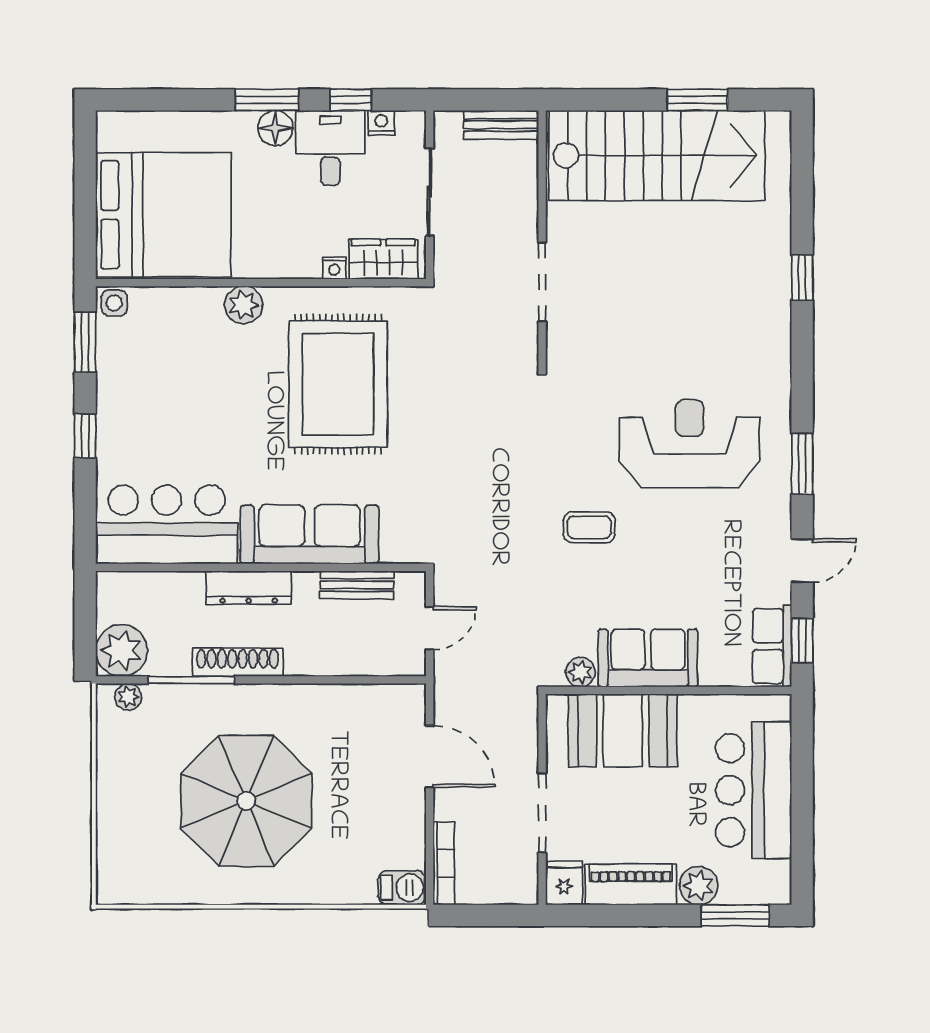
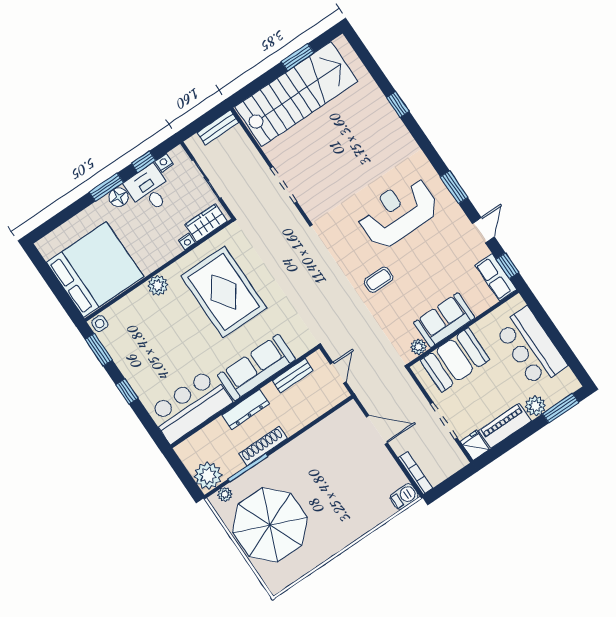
parasol: (246, 801) -> (270, 525), moved

